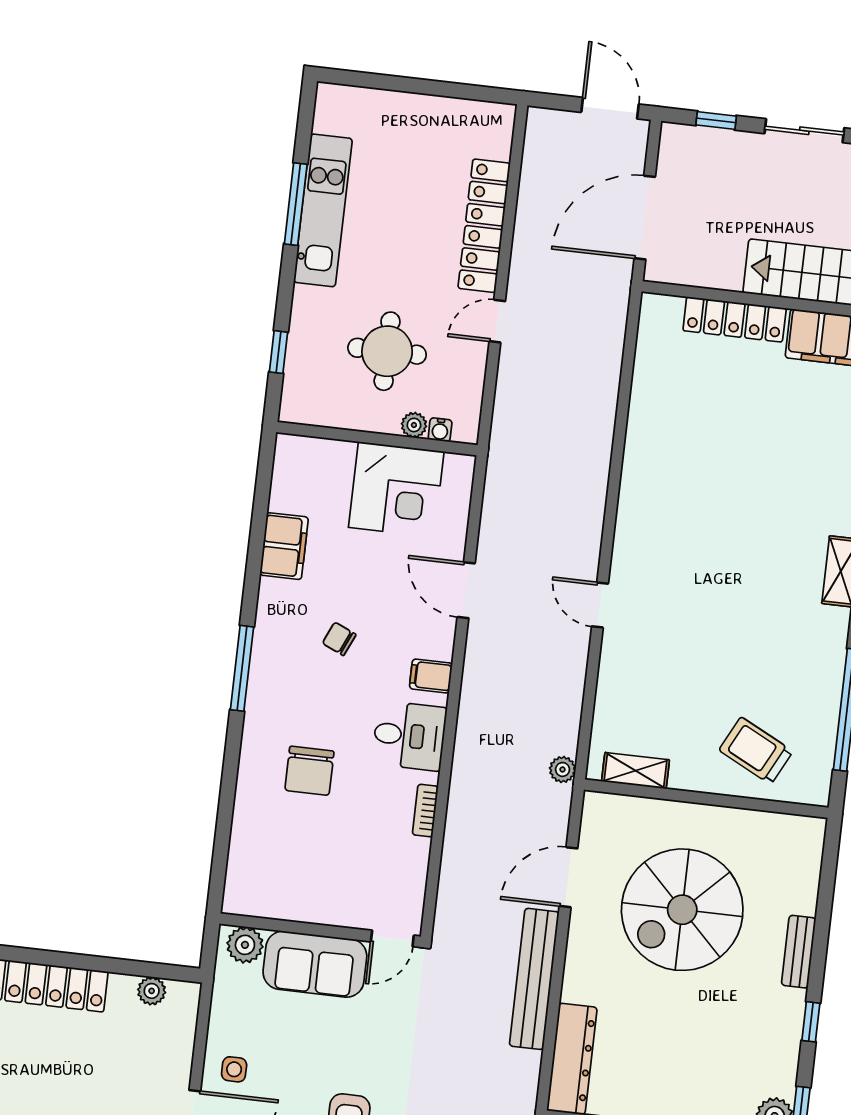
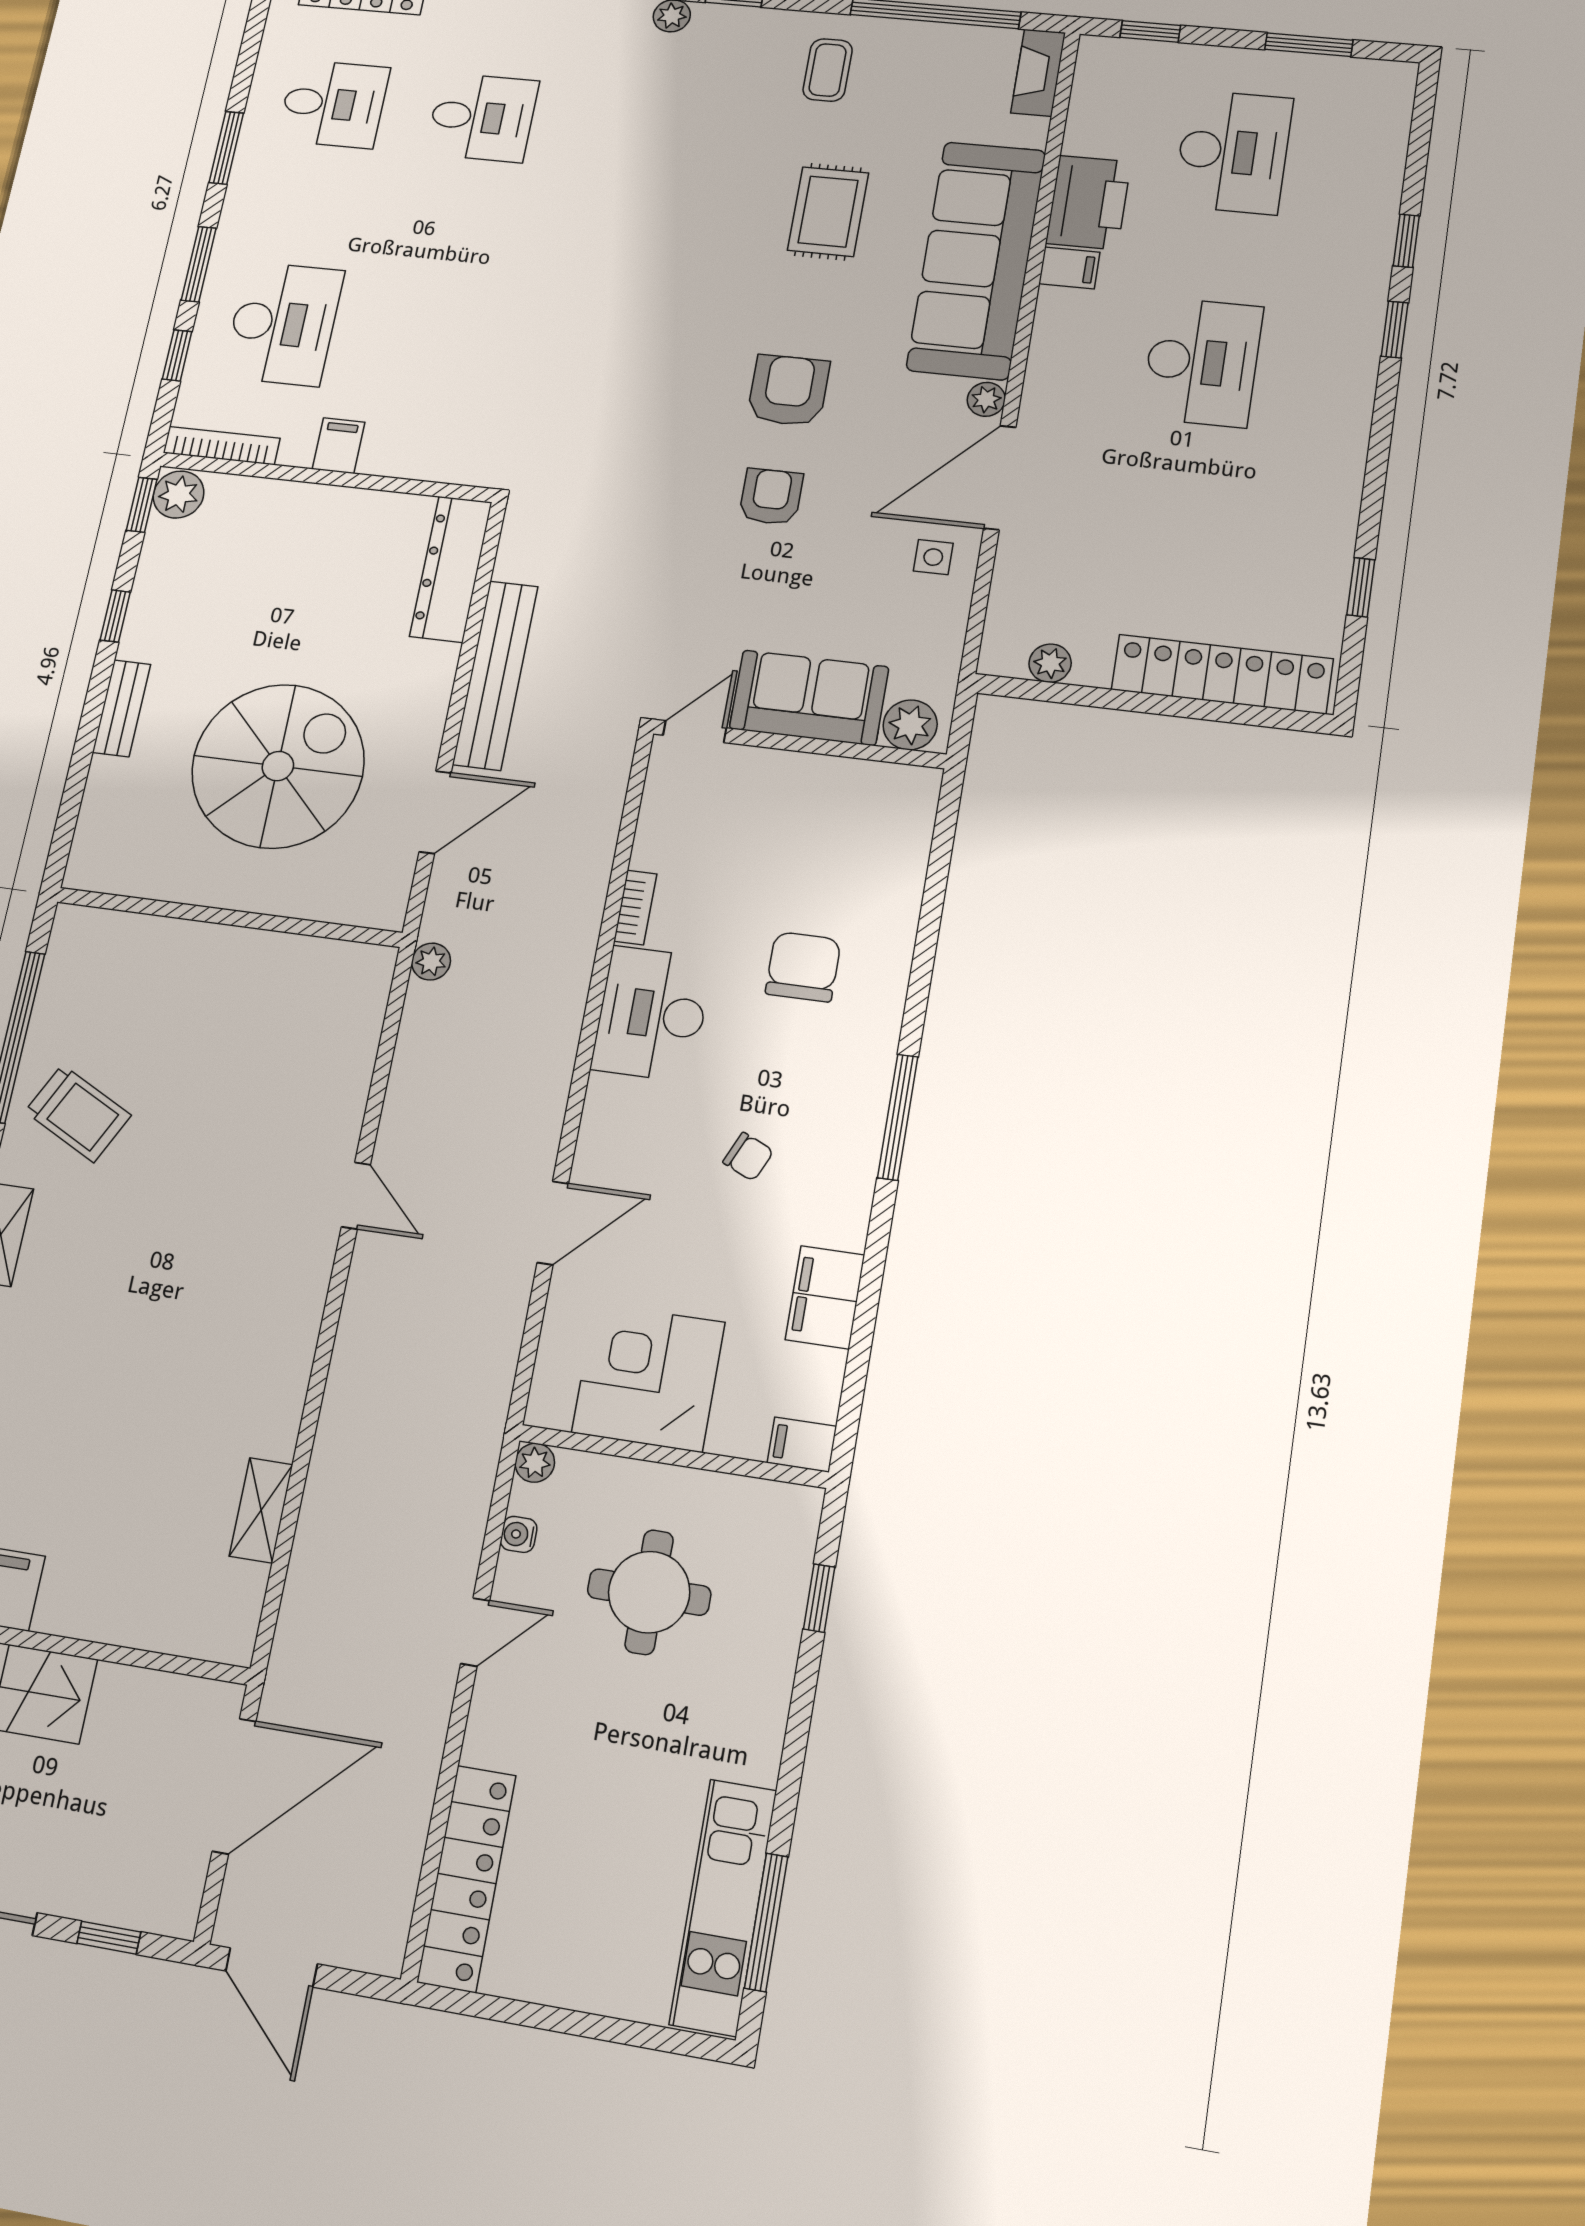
window: (296, 204) -> (766, 1922), moved
kitchen unit: (323, 210) -> (723, 1907), moved
locker: (484, 226) -> (467, 1878), moved
locker: (735, 319) -> (114, 1619), removed
plant: (414, 425) -> (535, 1463), moved
water cooler: (440, 430) -> (519, 1534), moved, turned -90
door: (466, 590) -> (553, 1223), hinge flipped
filing cabinet: (431, 676) -> (802, 1445), moved, turned 180
desk: (409, 736) -> (652, 1014), width x1.37
trolley: (756, 751) -> (78, 1113), moved
shelving: (636, 771) -> (261, 1510), moved, turned 90

